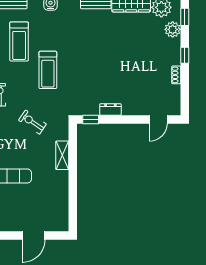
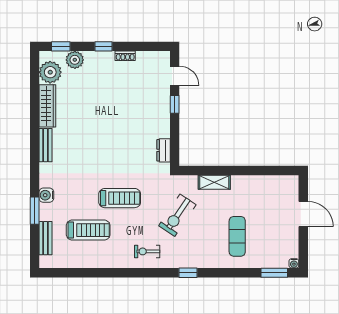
dresser: (110, 109) -> (164, 150), moved
window: (91, 120) -> (175, 104), moved
exercise bike: (32, 122) -> (177, 215), width x1.38, depth x1.39

